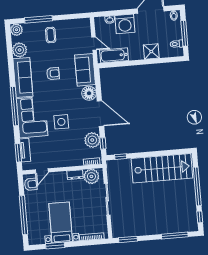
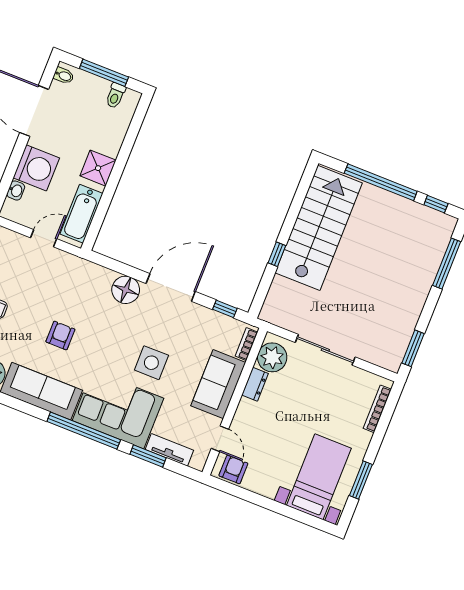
shower: (151, 52) -> (98, 168), moved
sofa: (85, 70) -> (218, 384), moved, turned 90
plant: (92, 140) -> (210, 324), removed
window: (18, 153) -> (148, 456), moved
window: (121, 157) -> (277, 254), moved
window: (23, 215) -> (281, 509), removed
bed with nightstands: (61, 222) -> (319, 477), moved, turned 90

